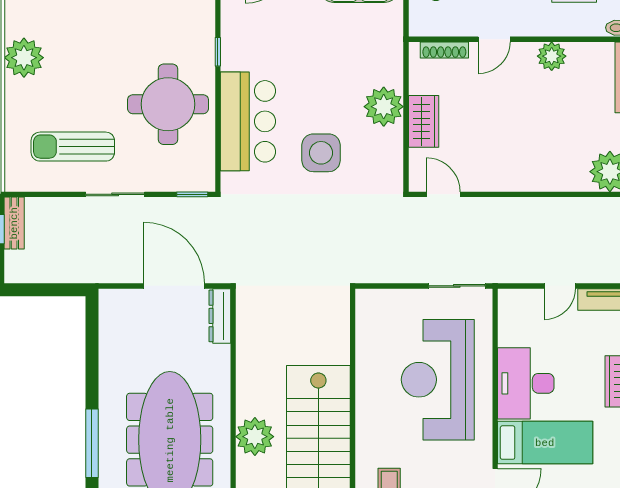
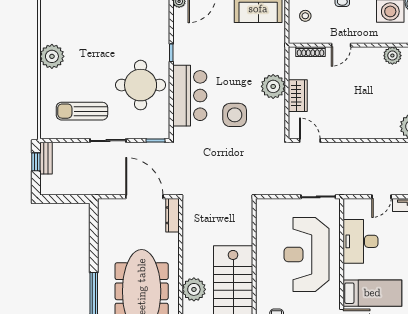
plant: (552, 56) -> (392, 56), moved
desk: (526, 383) -> (361, 241), moved

